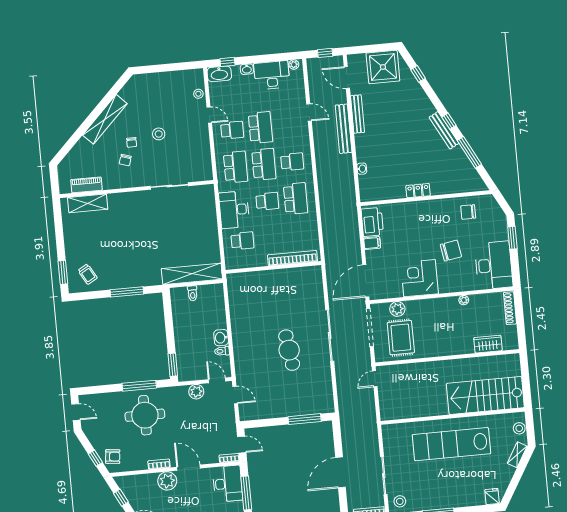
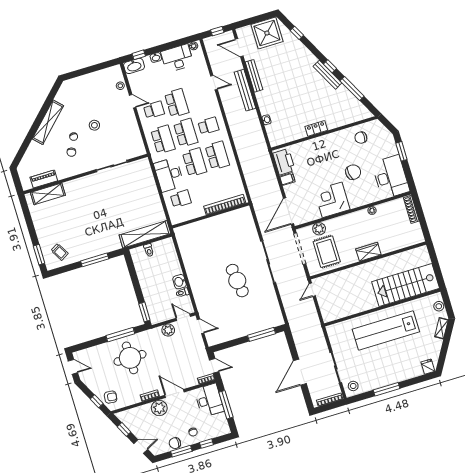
school desk: (267, 201) -> (195, 162), width x1.85
wardrobe: (488, 344) -> (368, 252), moved

